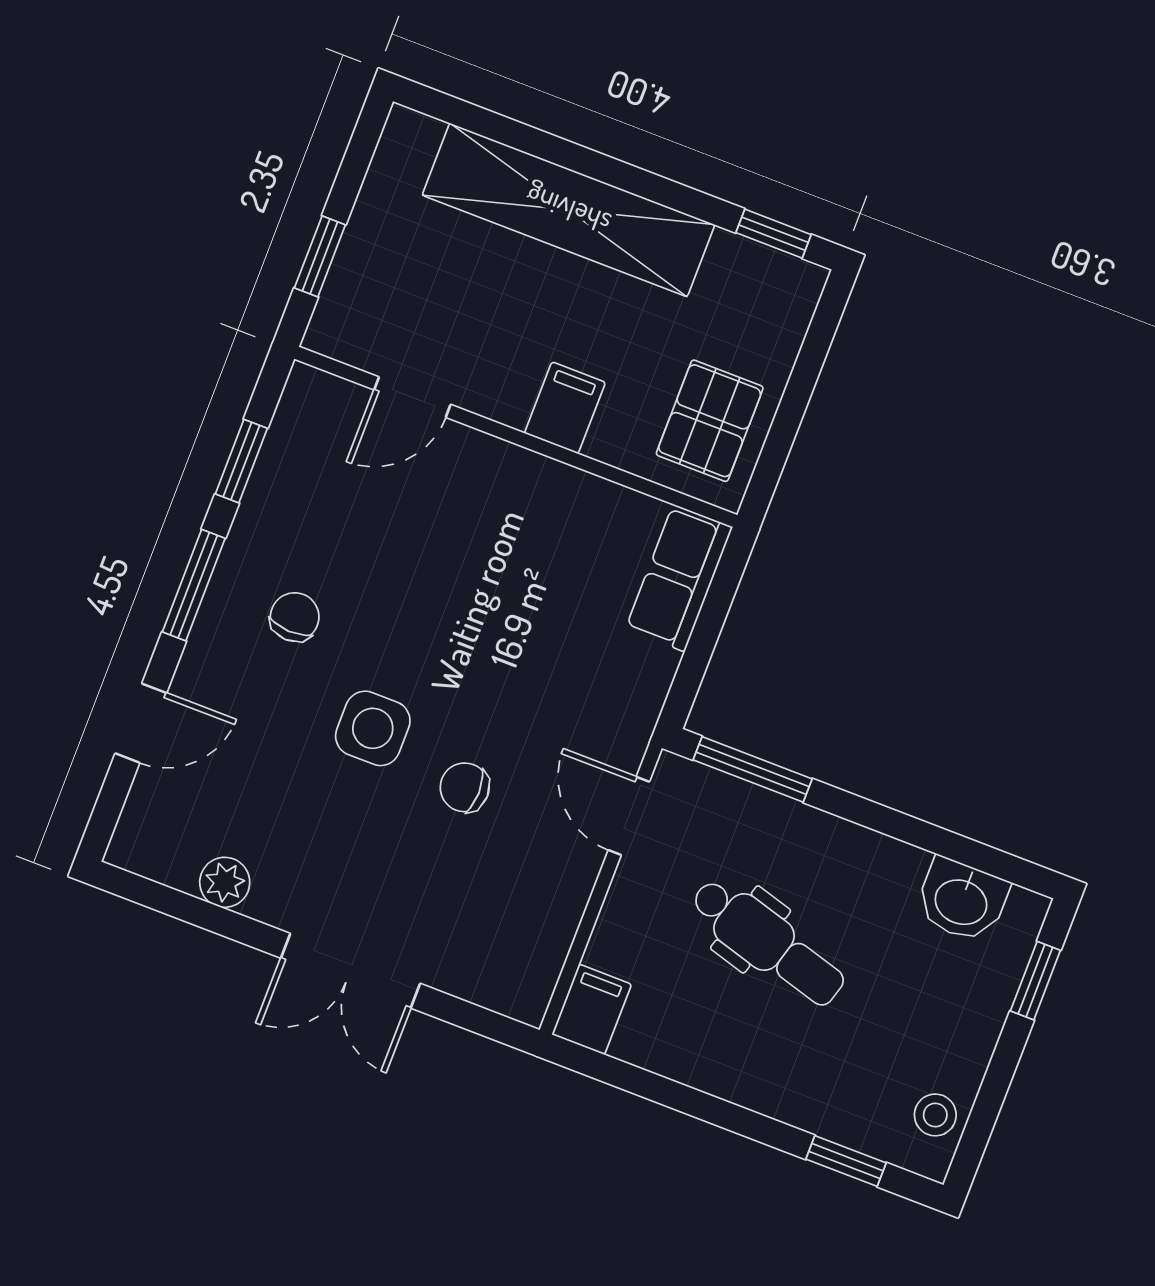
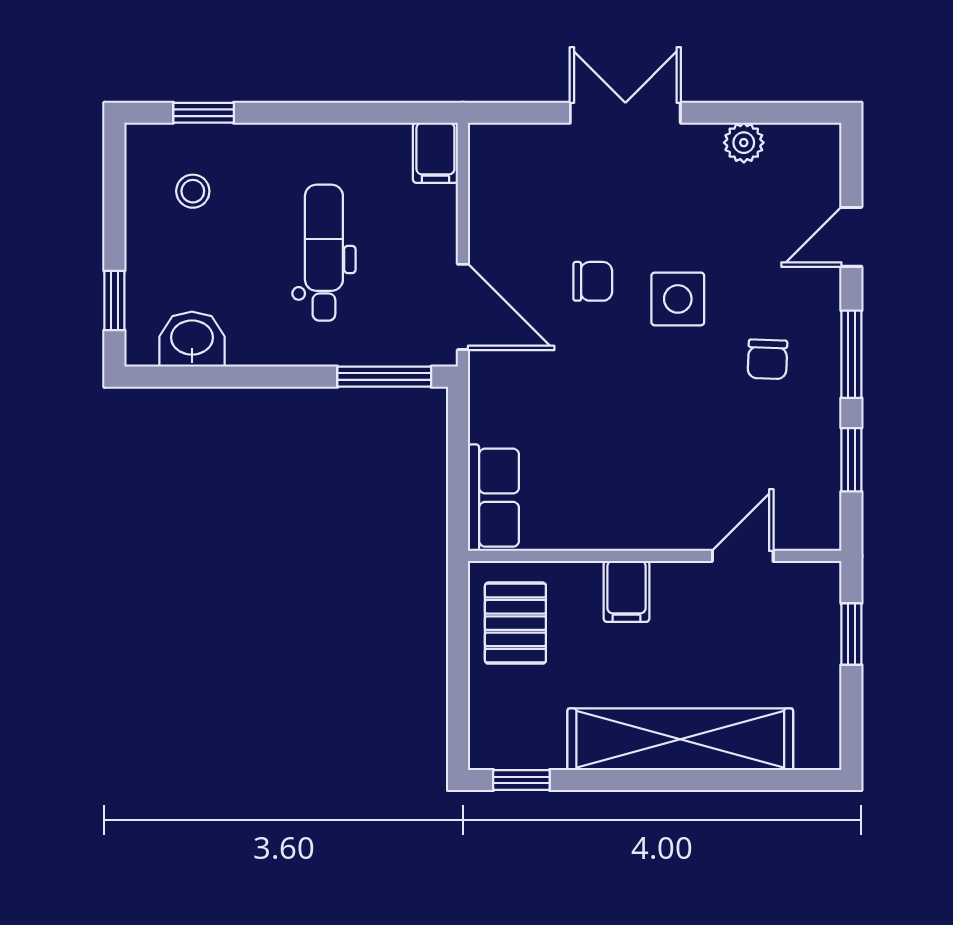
door: (629, 816) -> (463, 307), width x1.38
dental chair: (768, 942) -> (324, 253), turned 74
stool: (935, 1115) -> (193, 191), moved

